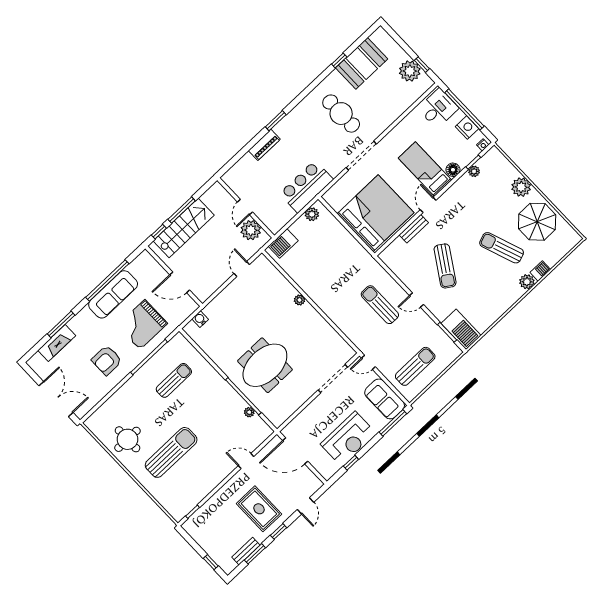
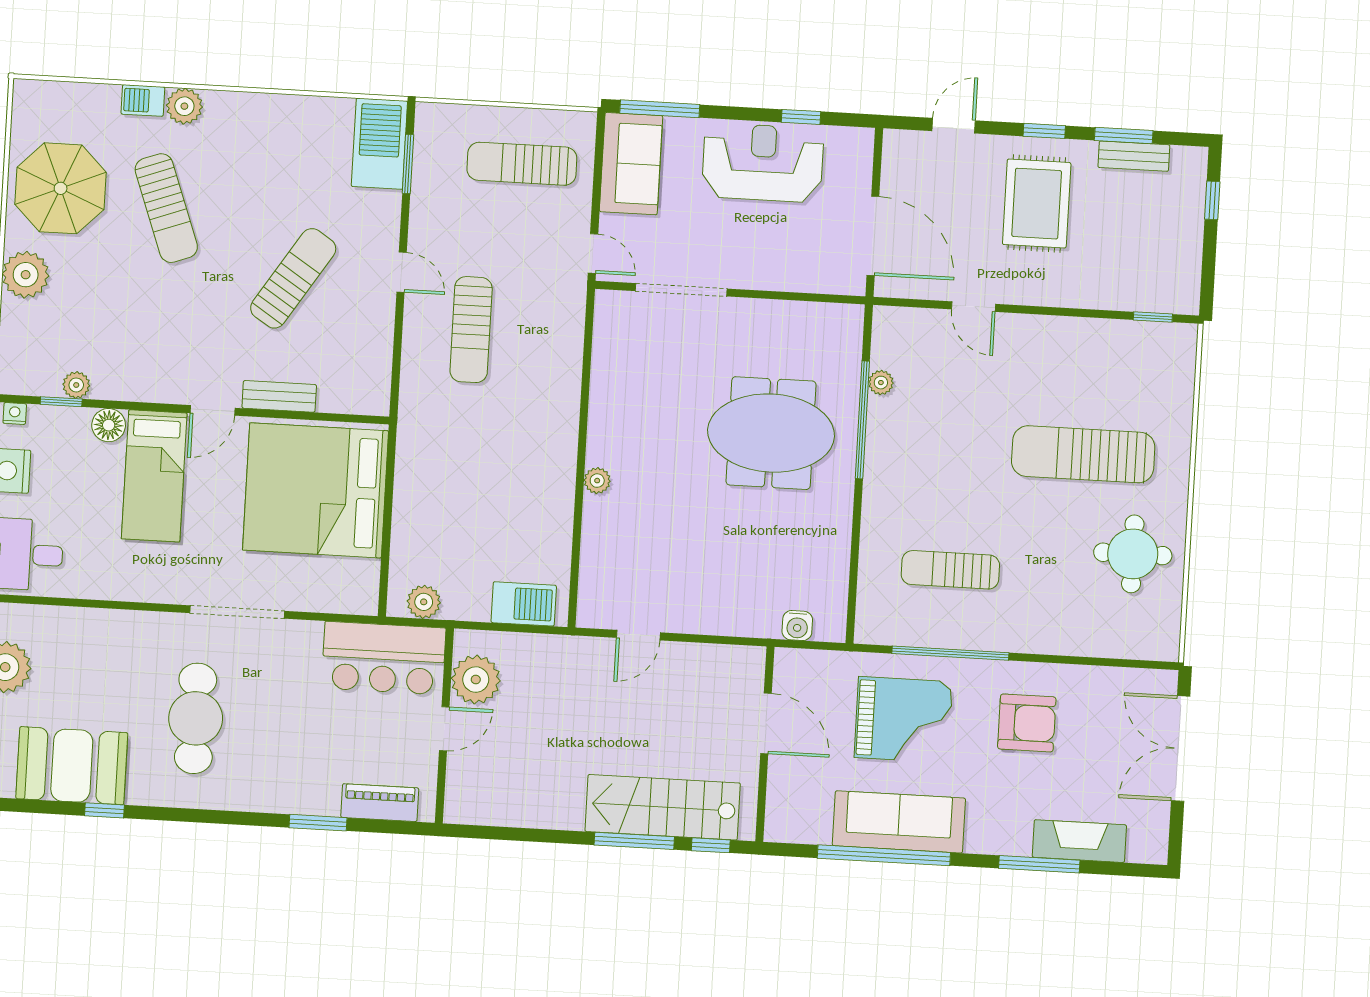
door: (245, 207) -> (444, 729), moved
wall: (246, 208) -> (444, 726), moved
plant: (251, 230) -> (476, 680), moved

